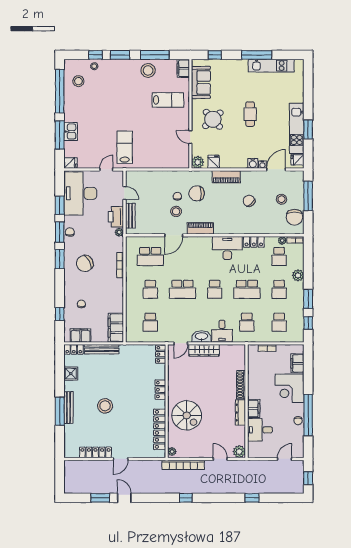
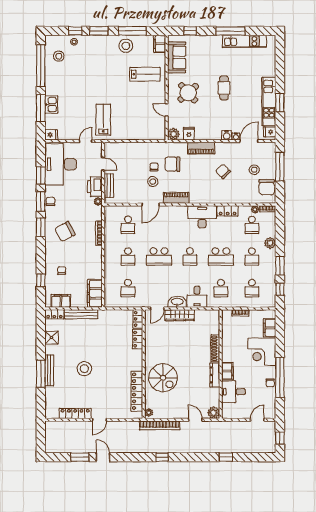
school desk: (150, 256) -> (128, 225), width x0.54
locker: (160, 390) -> (138, 339), moved

